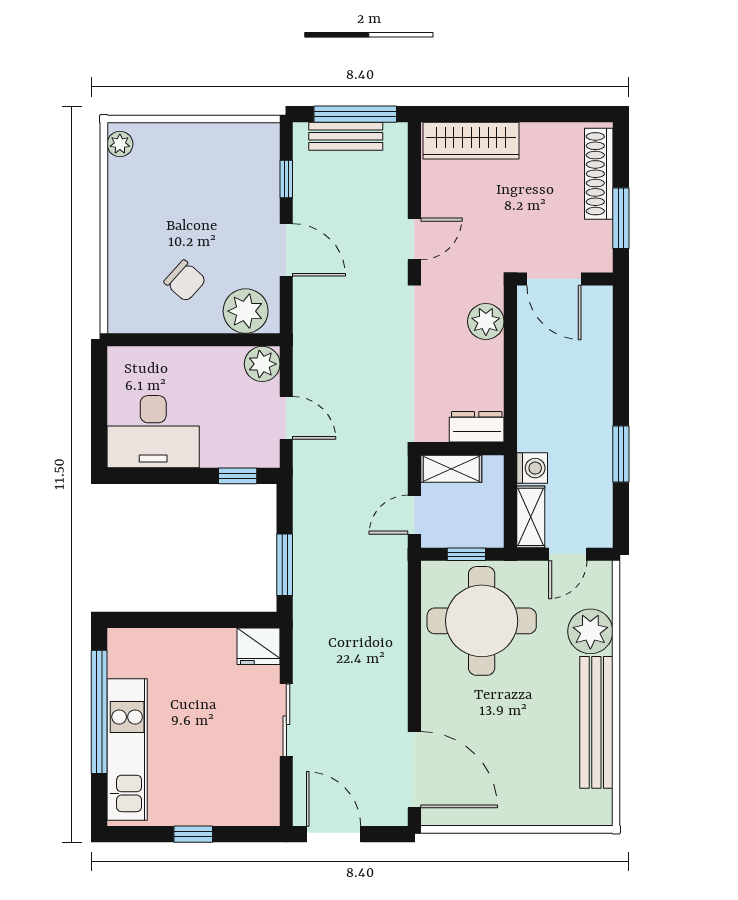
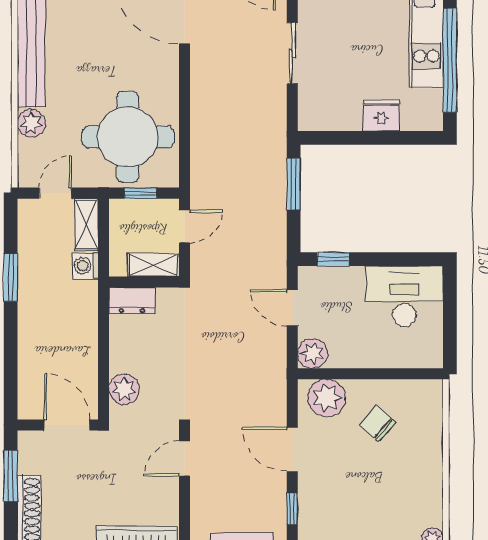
plant: (590, 631) -> (31, 123), width x0.73, depth x0.73
fridge: (259, 646) -> (381, 116), moved

